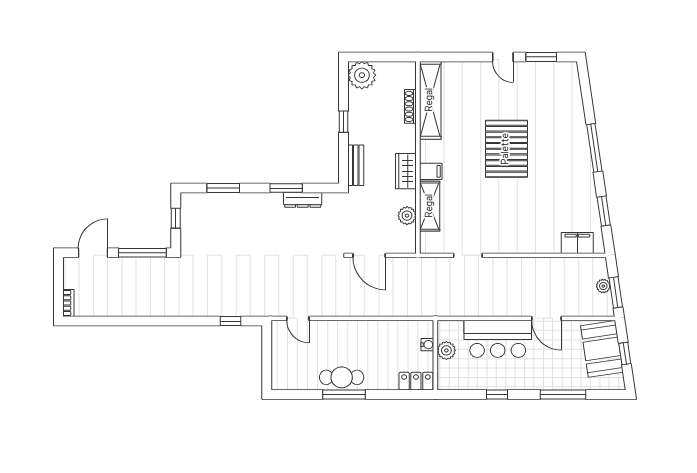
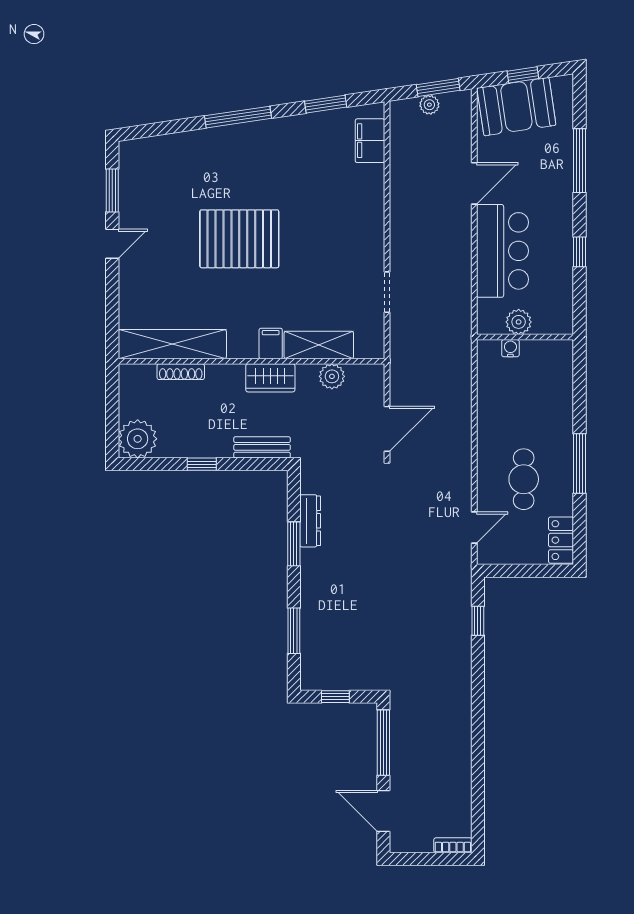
cafe table: (342, 377) -> (524, 479), moved
locker: (416, 381) -> (561, 540), moved

